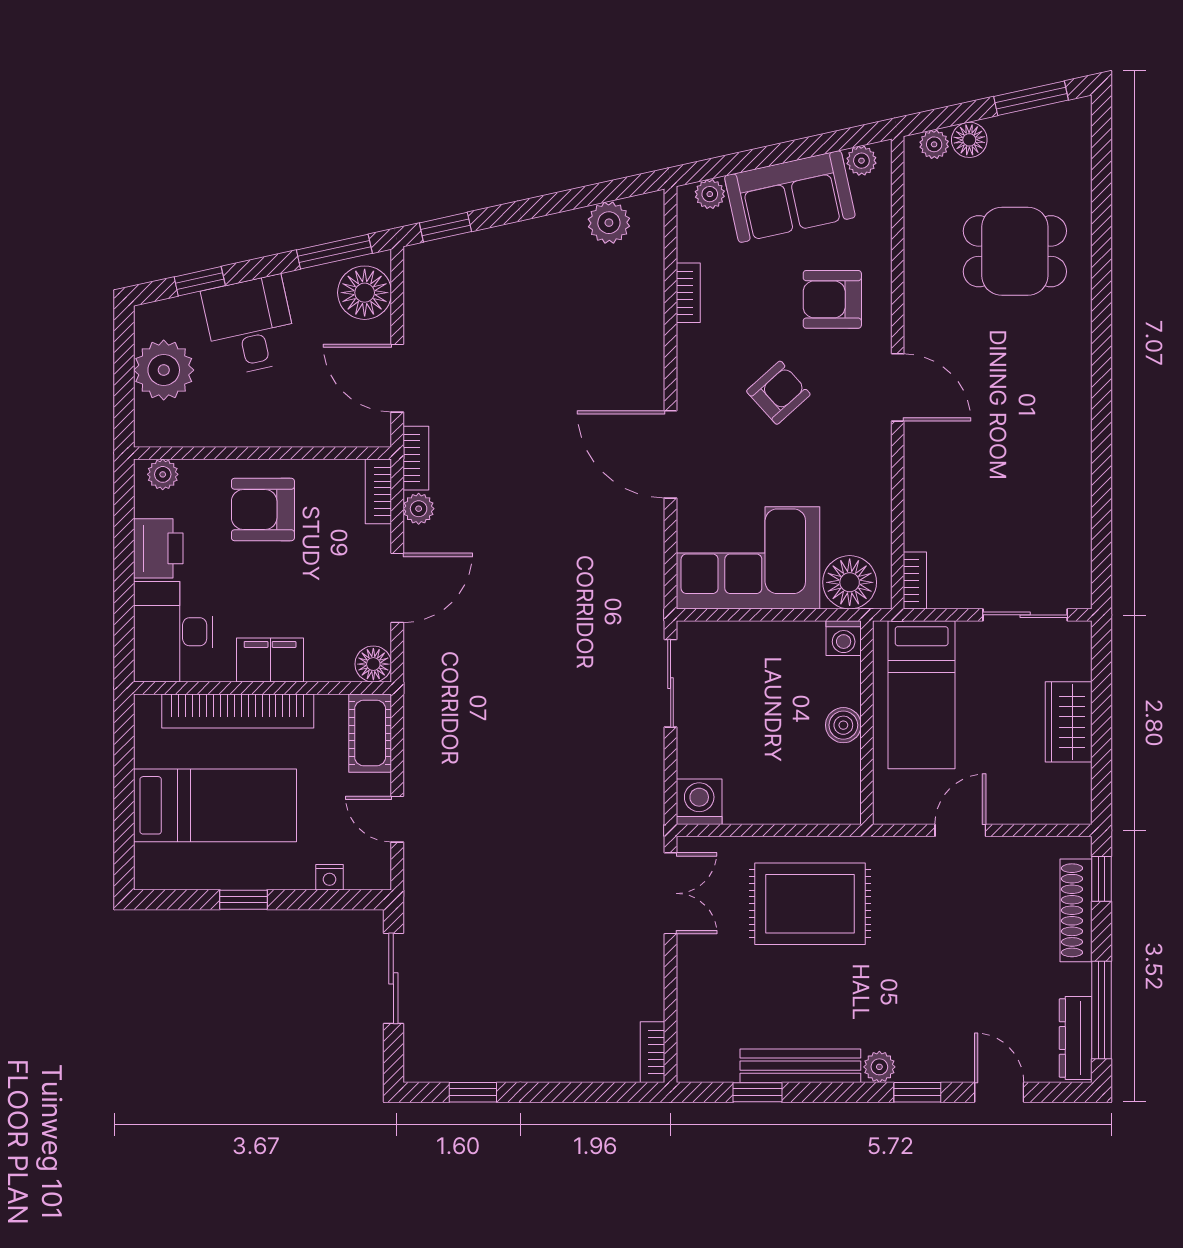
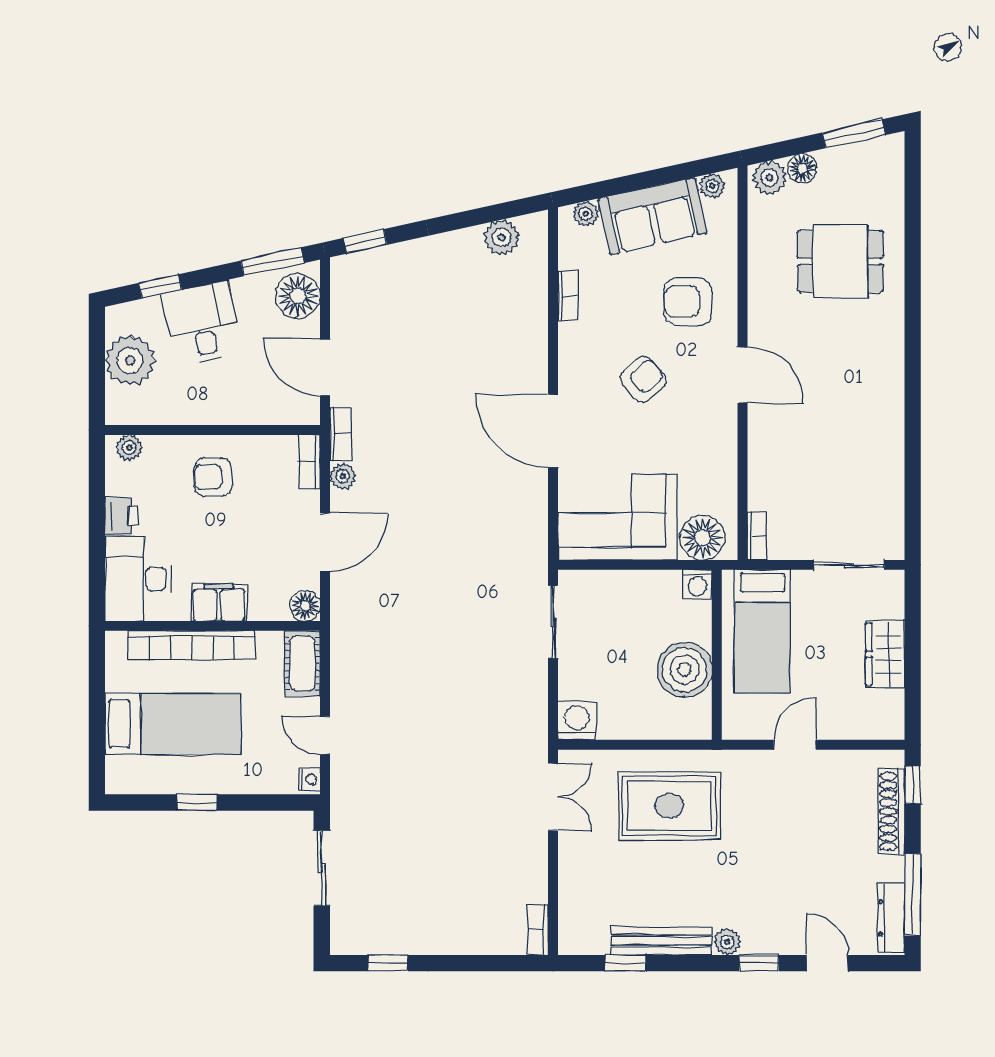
plant: (934, 144) -> (769, 178), width x1.38, depth x1.38
armchair: (263, 509) -> (213, 477), width x0.72, depth x0.72
printer: (158, 548) -> (122, 516), width x0.73, depth x0.81
boiler: (843, 725) -> (684, 670), width x1.86, depth x1.86
nightstand: (329, 877) -> (309, 779), moved, turned -90

